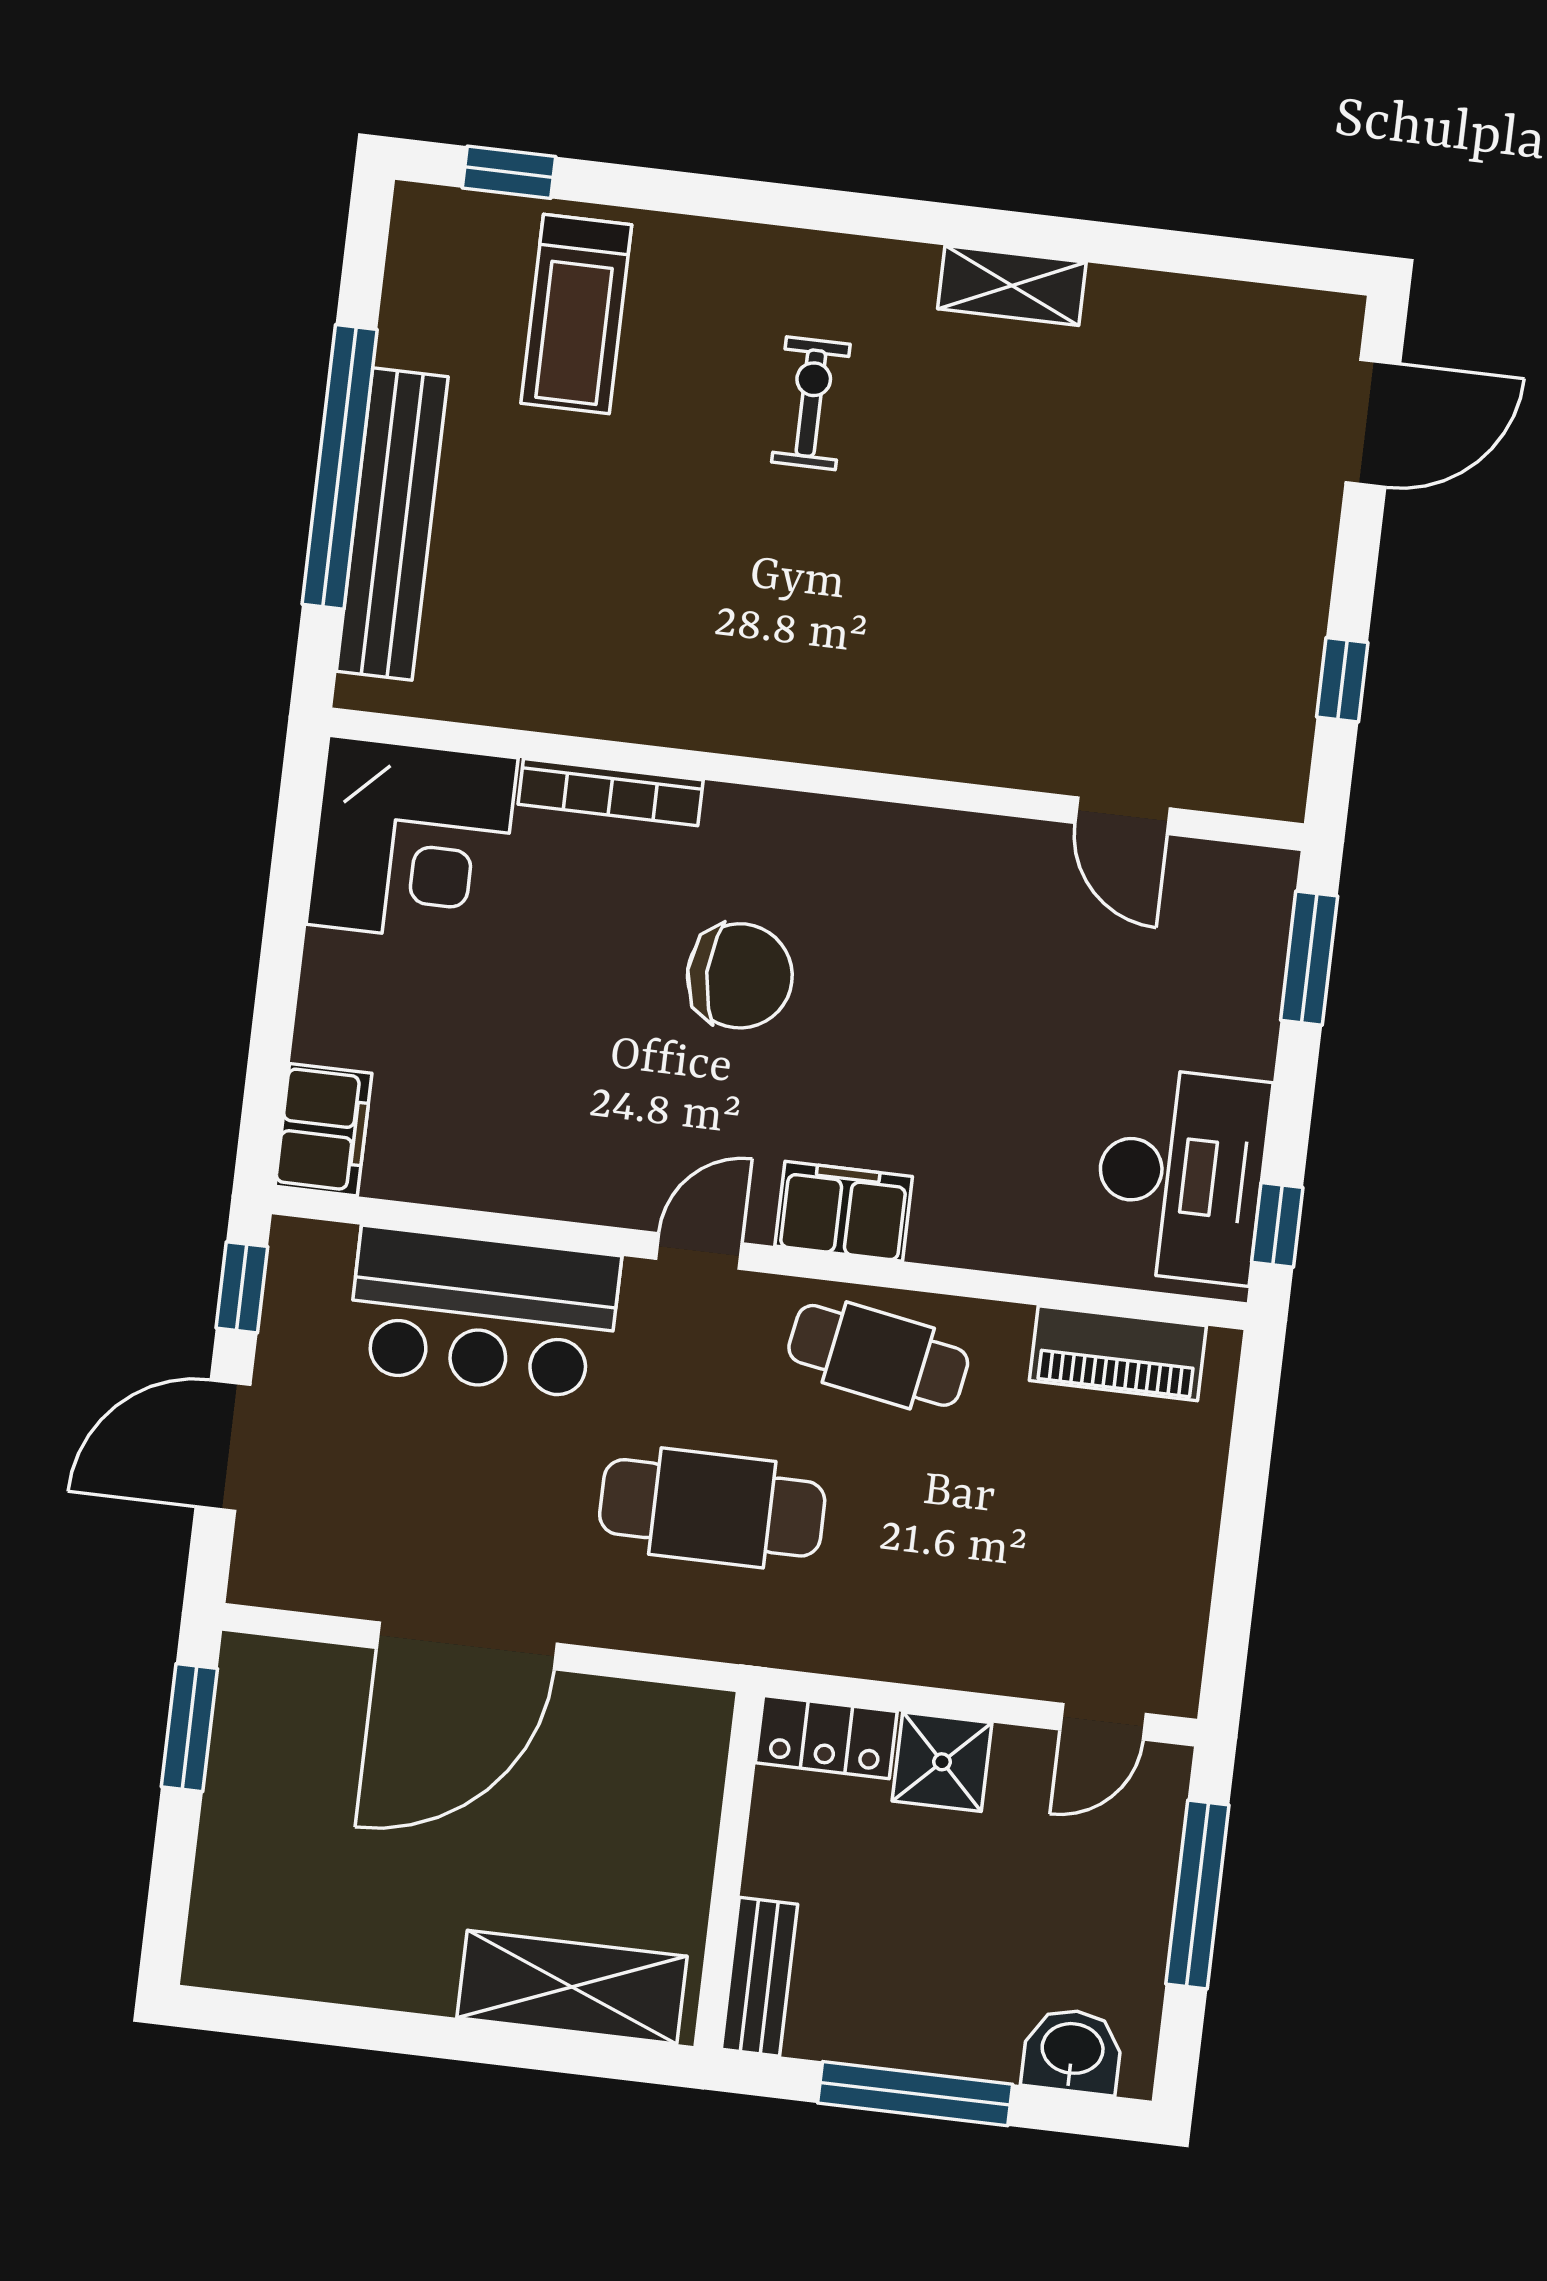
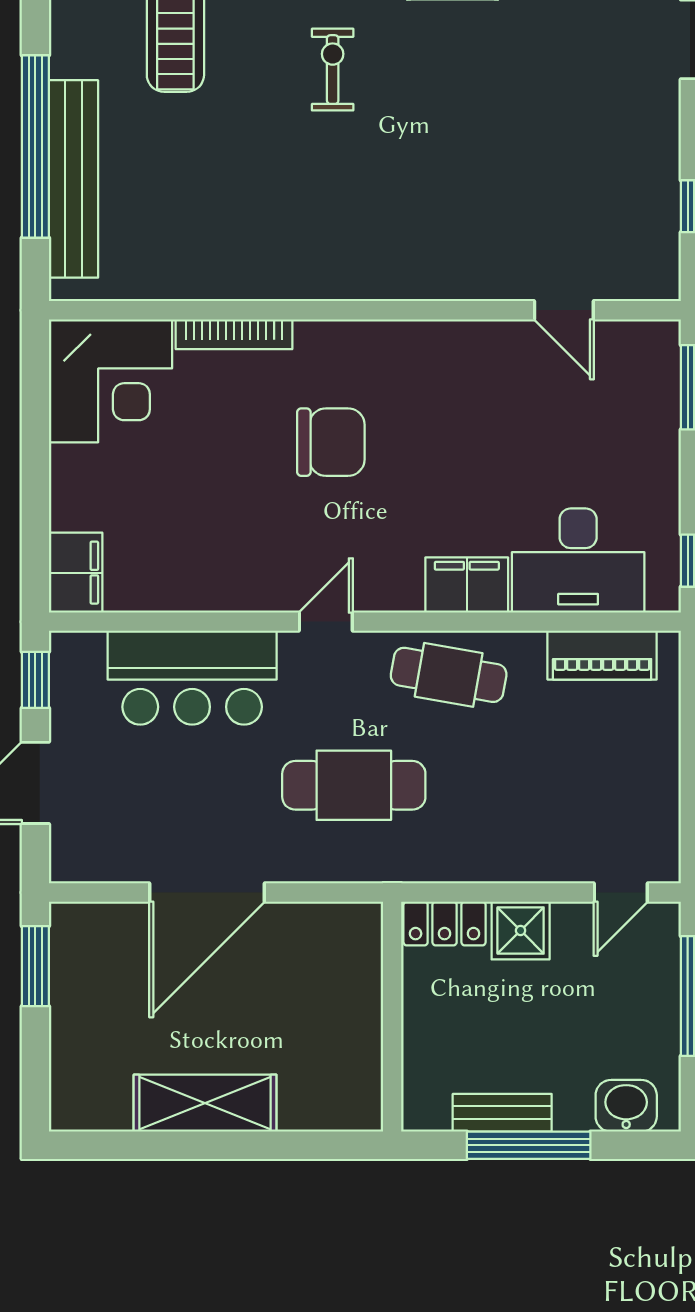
desk: (1181, 1175) -> (578, 561), moved, turned 90
filing cabinet: (844, 1211) -> (467, 585), moved
bench: (759, 1977) -> (502, 1113), moved, turned 90
shelving: (572, 1987) -> (205, 1103), moved

